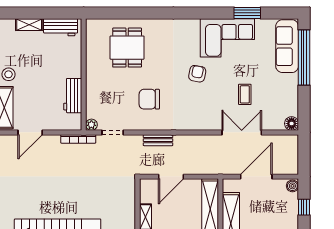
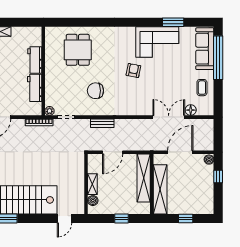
workbench: (61, 27) -> (35, 60), moved, turned 90
coffee table: (245, 94) -> (202, 88), moved
floor lamp: (292, 124) -> (191, 110), moved

